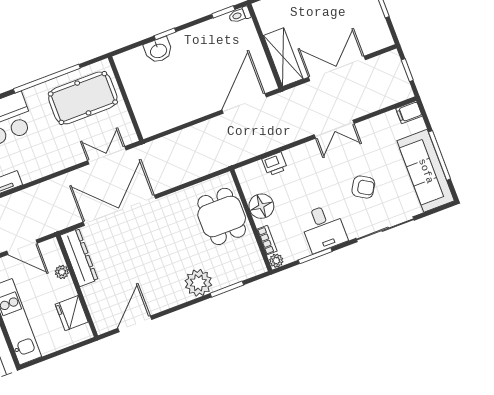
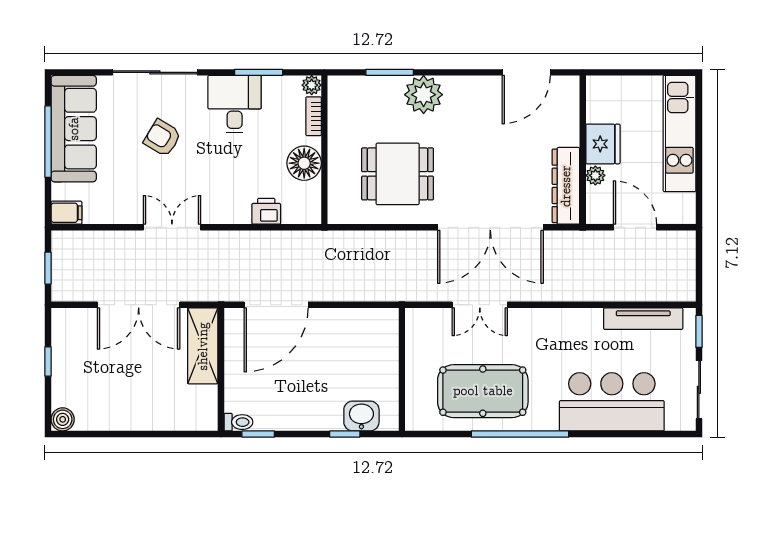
wall: (126, 99) -> (402, 369), moved
dining table: (222, 216) -> (398, 174), moved, turned 90
fridge: (72, 313) -> (603, 144), moved

